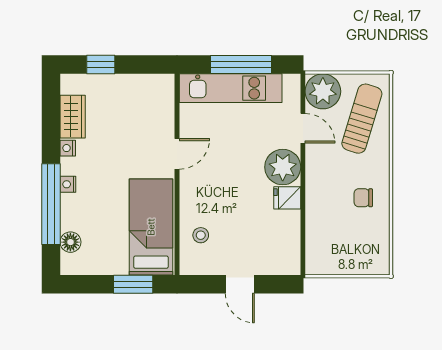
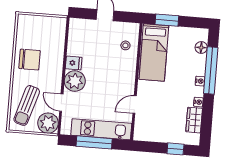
door: (177, 154) -> (135, 105), moved
chair: (363, 198) -> (30, 60), width x1.87, depth x1.87

